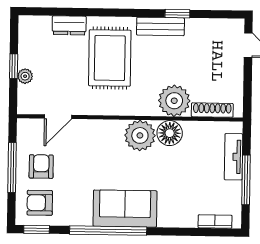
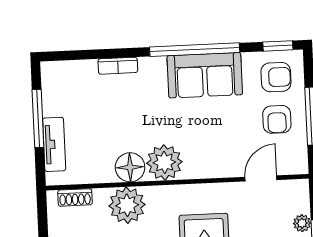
shoe rack: (212, 110) -> (75, 197), width x0.70
sofa: (125, 209) -> (205, 75), moved
bookcase: (215, 222) -> (118, 66), moved

